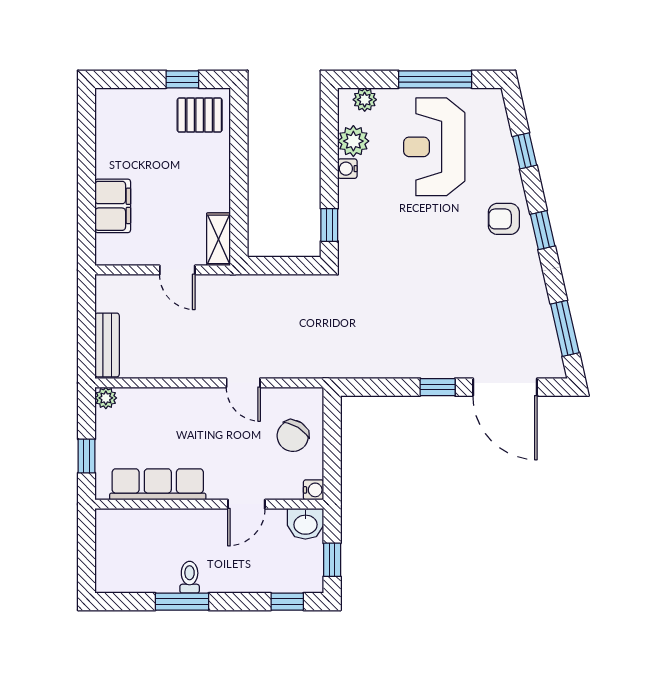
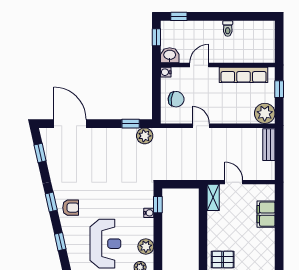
water cooler: (347, 169) -> (149, 213), moved
window: (565, 328) -> (40, 153), width x0.67
plant: (356, 363) -> (145, 136), added
window: (438, 387) -> (131, 124), moved
plant: (106, 398) -> (265, 113), width x1.88, depth x1.88
chair: (293, 436) -> (176, 99), turned 66
window: (182, 602) -> (231, 16), removed

